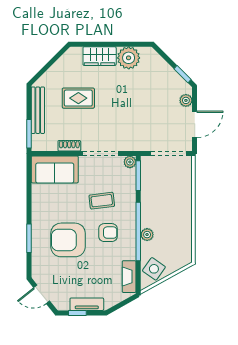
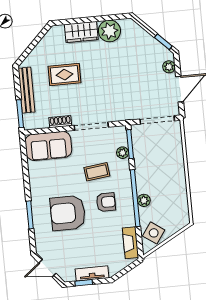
plant: (130, 162) -> (123, 153), moved

